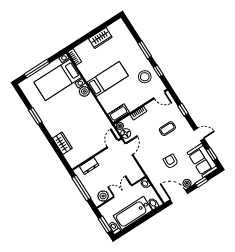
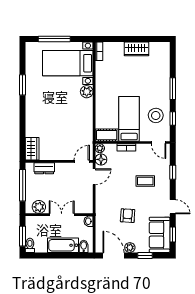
bed: (108, 79) -> (129, 119), moved, turned -90
wardrobe: (62, 143) -> (32, 149), moved
bathtub: (133, 213) -> (63, 245), width x0.73, depth x0.73

